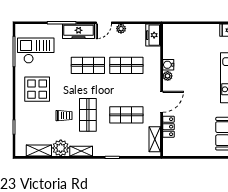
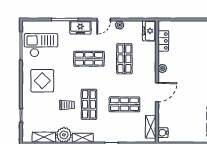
freezer: (79, 31) -> (80, 27), width x0.71
shop shelf: (126, 65) -> (124, 59), turned 90
water cooler: (168, 65) -> (163, 133), moved
locker: (168, 127) -> (163, 41), moved

